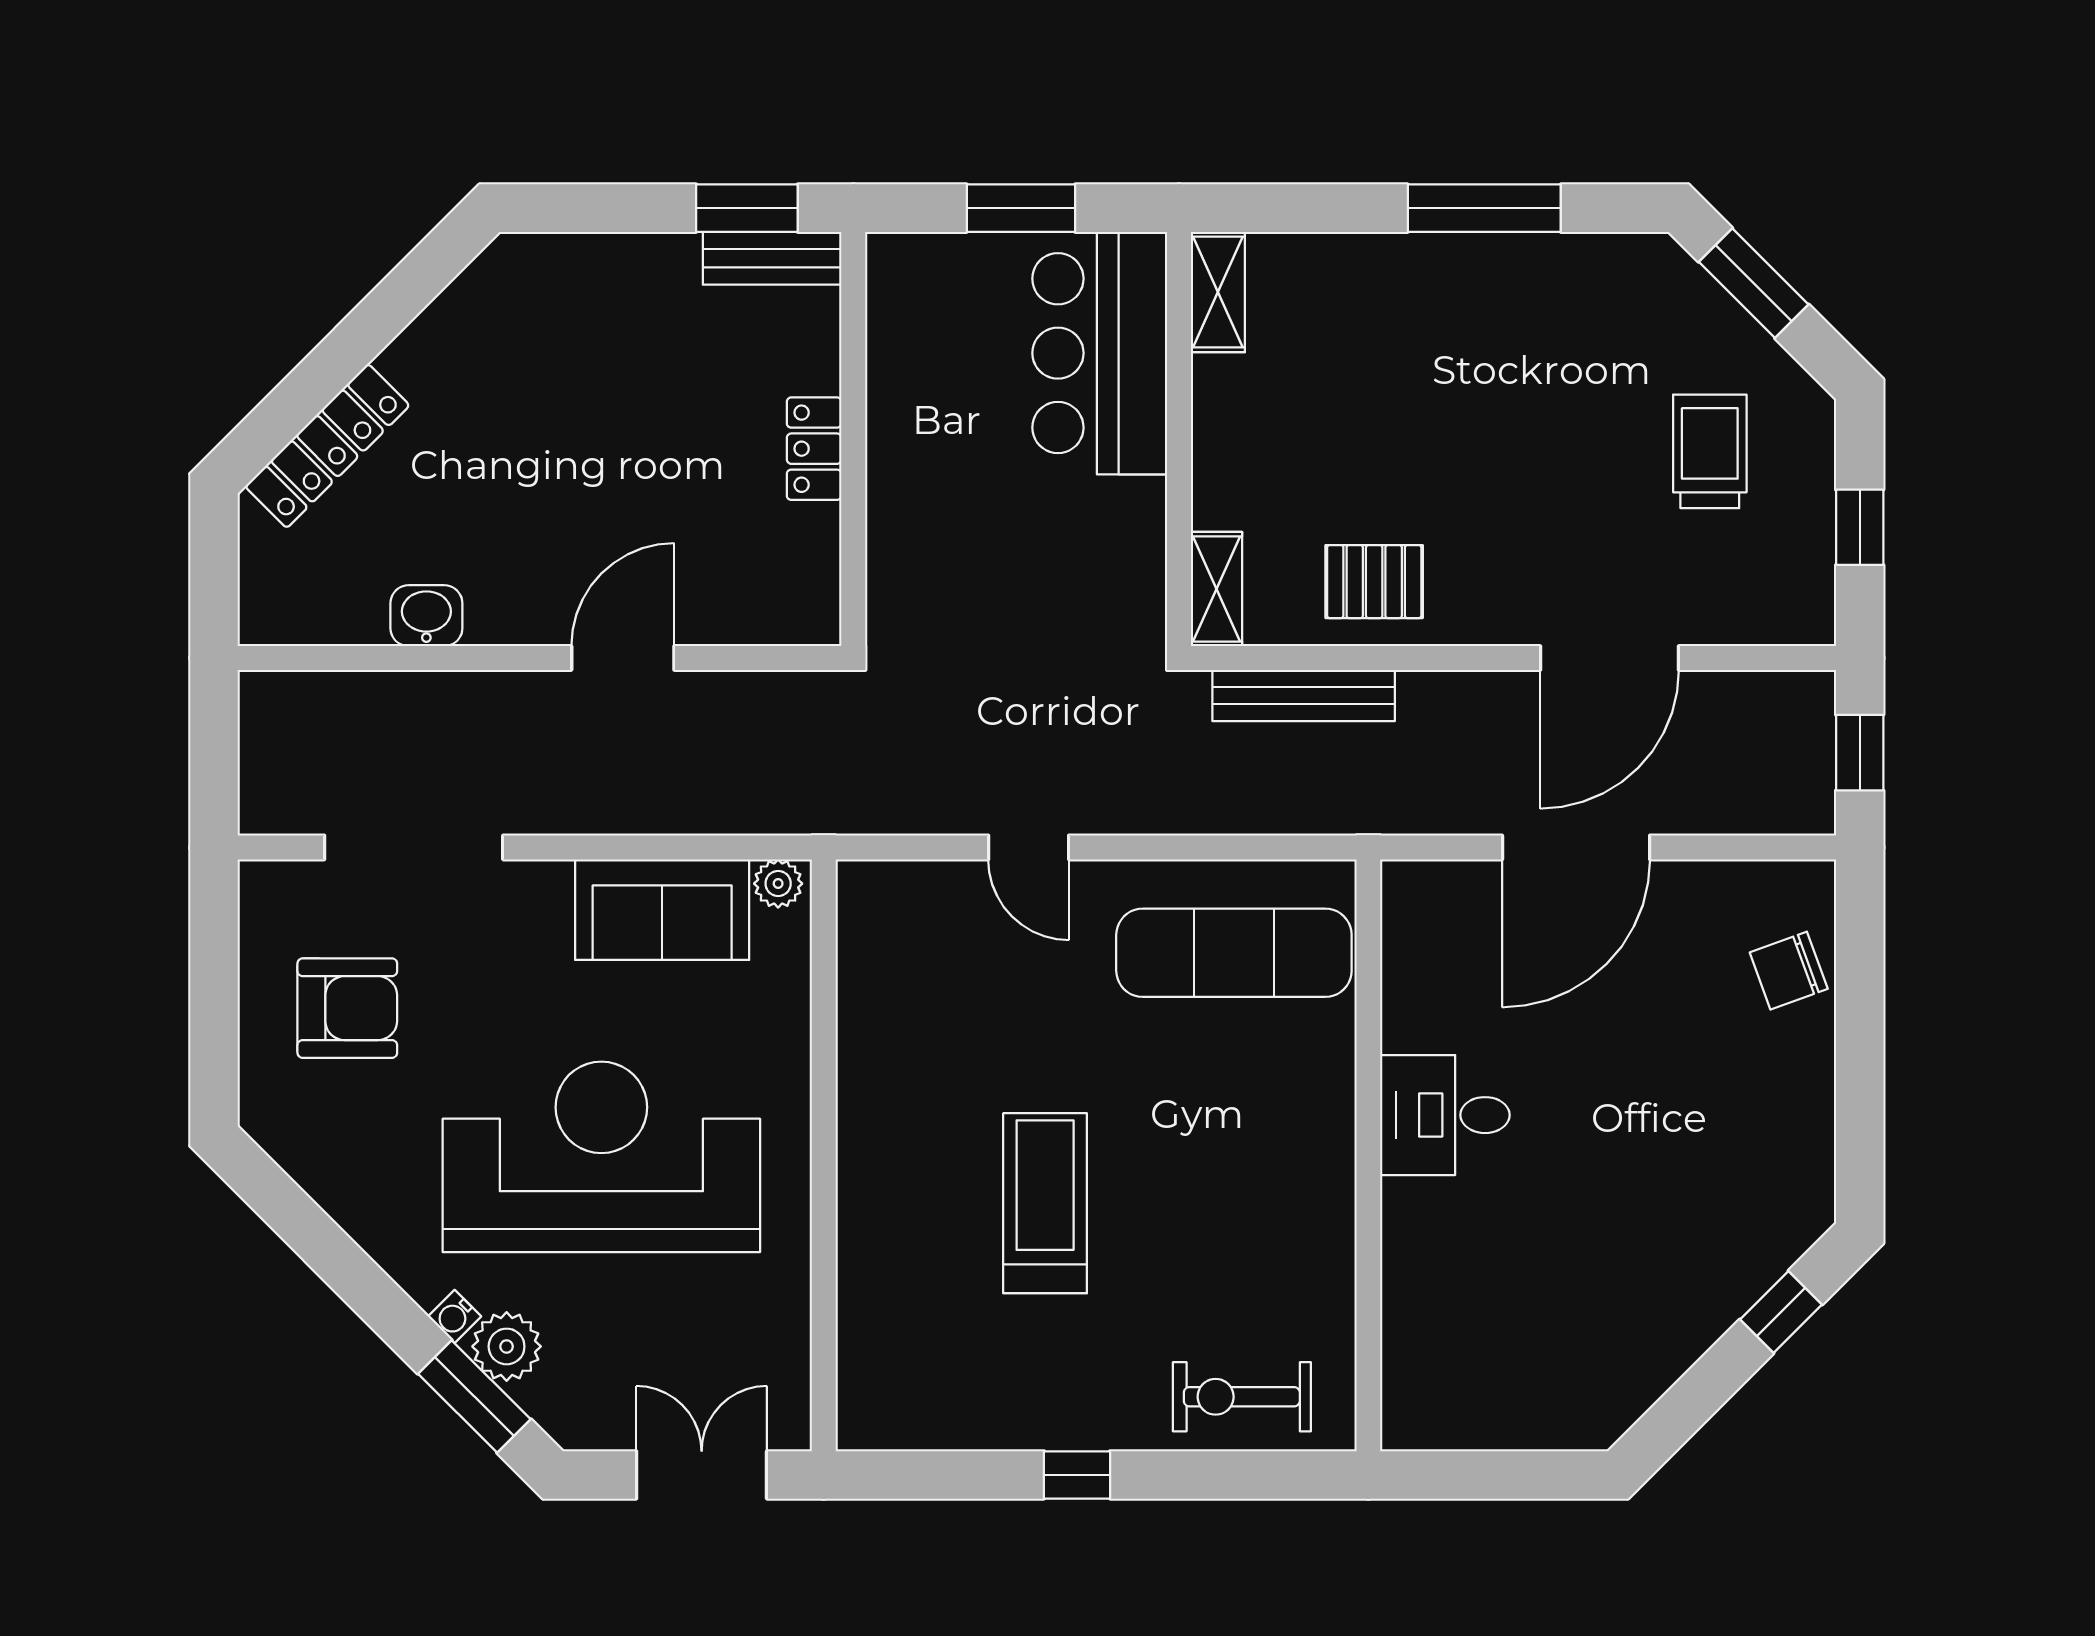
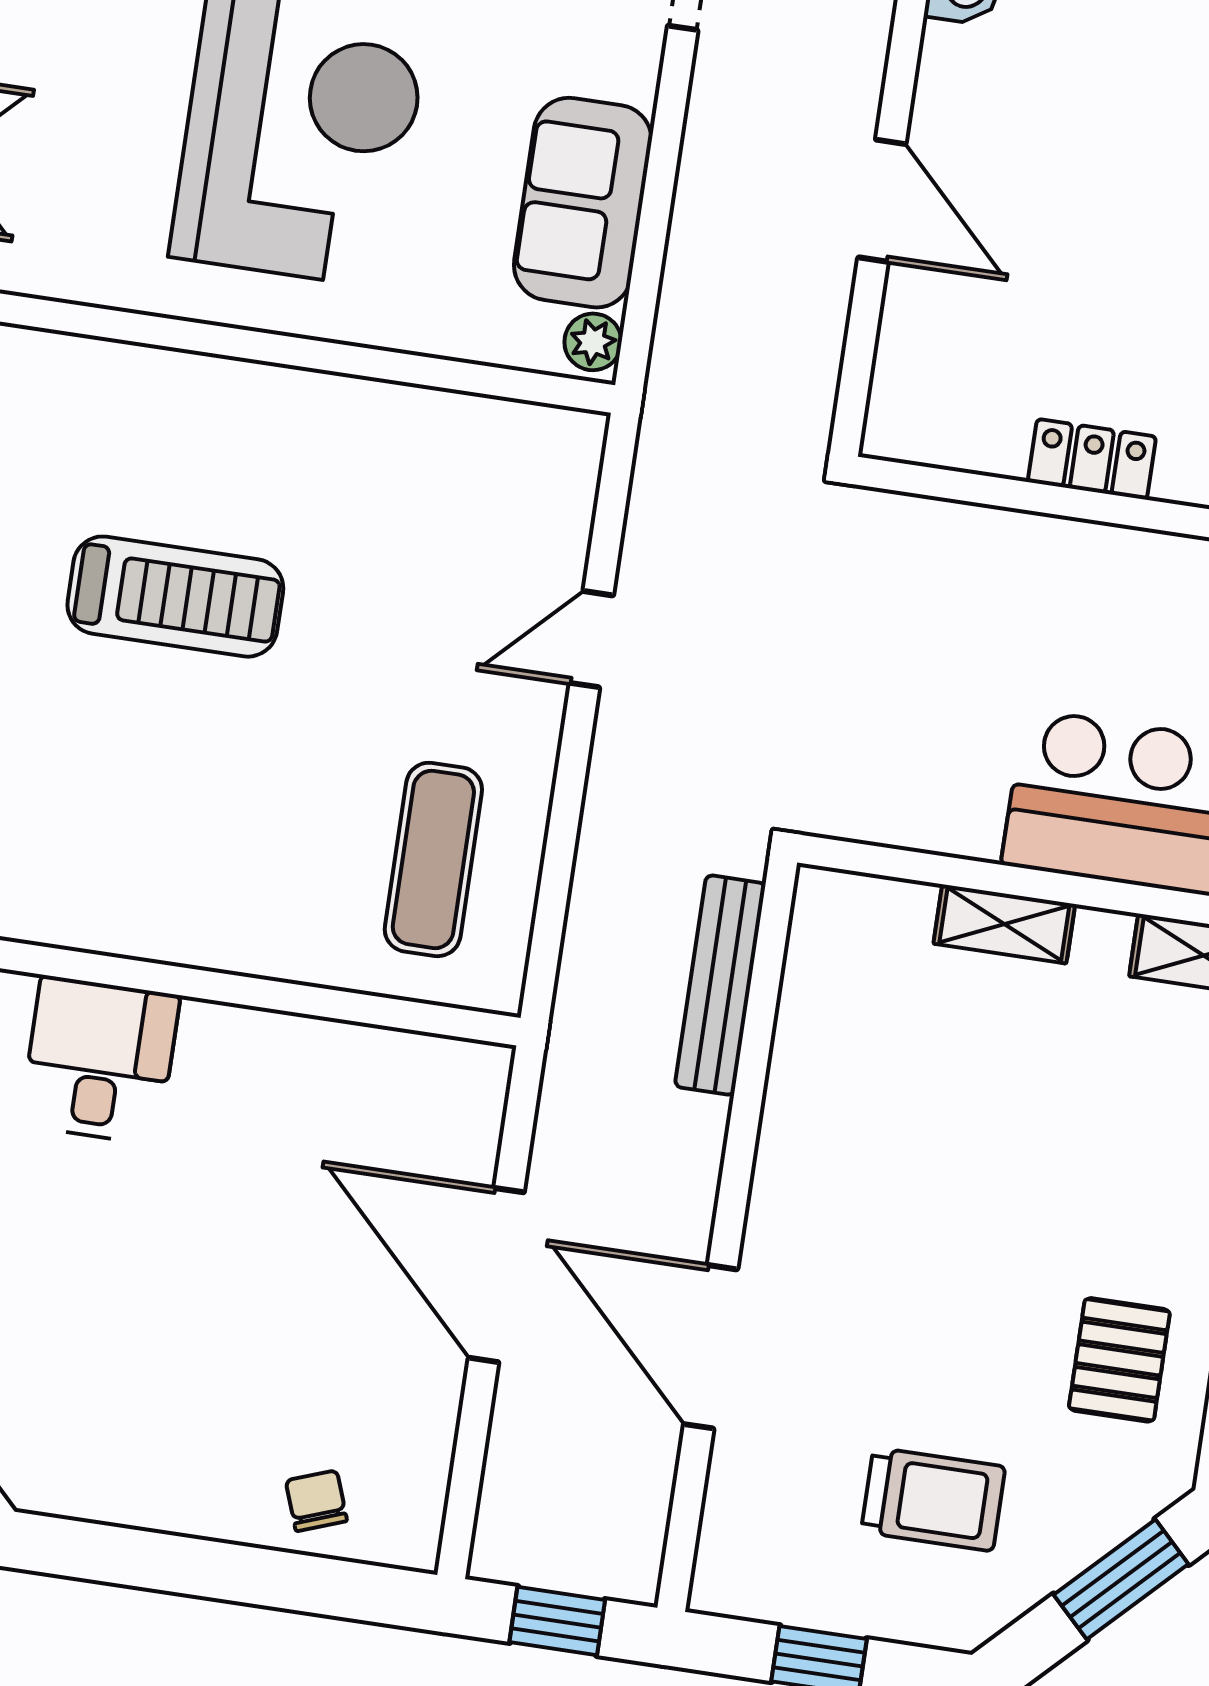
pallet: (1374, 582) -> (1119, 1360), moved
shelving: (1216, 589) -> (1004, 924), moved
exercise mat: (1234, 953) -> (433, 859), width x0.73, depth x0.69
chair: (1789, 971) -> (316, 1501), width x0.73, depth x0.73
desk: (1445, 1115) -> (100, 1060), moved

